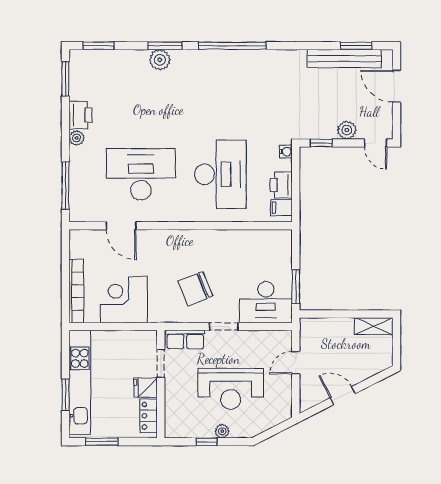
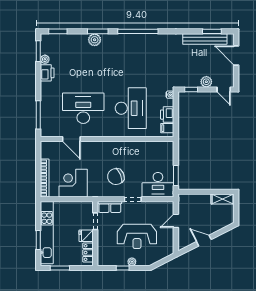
plant: (77, 138) -> (45, 59), moved

